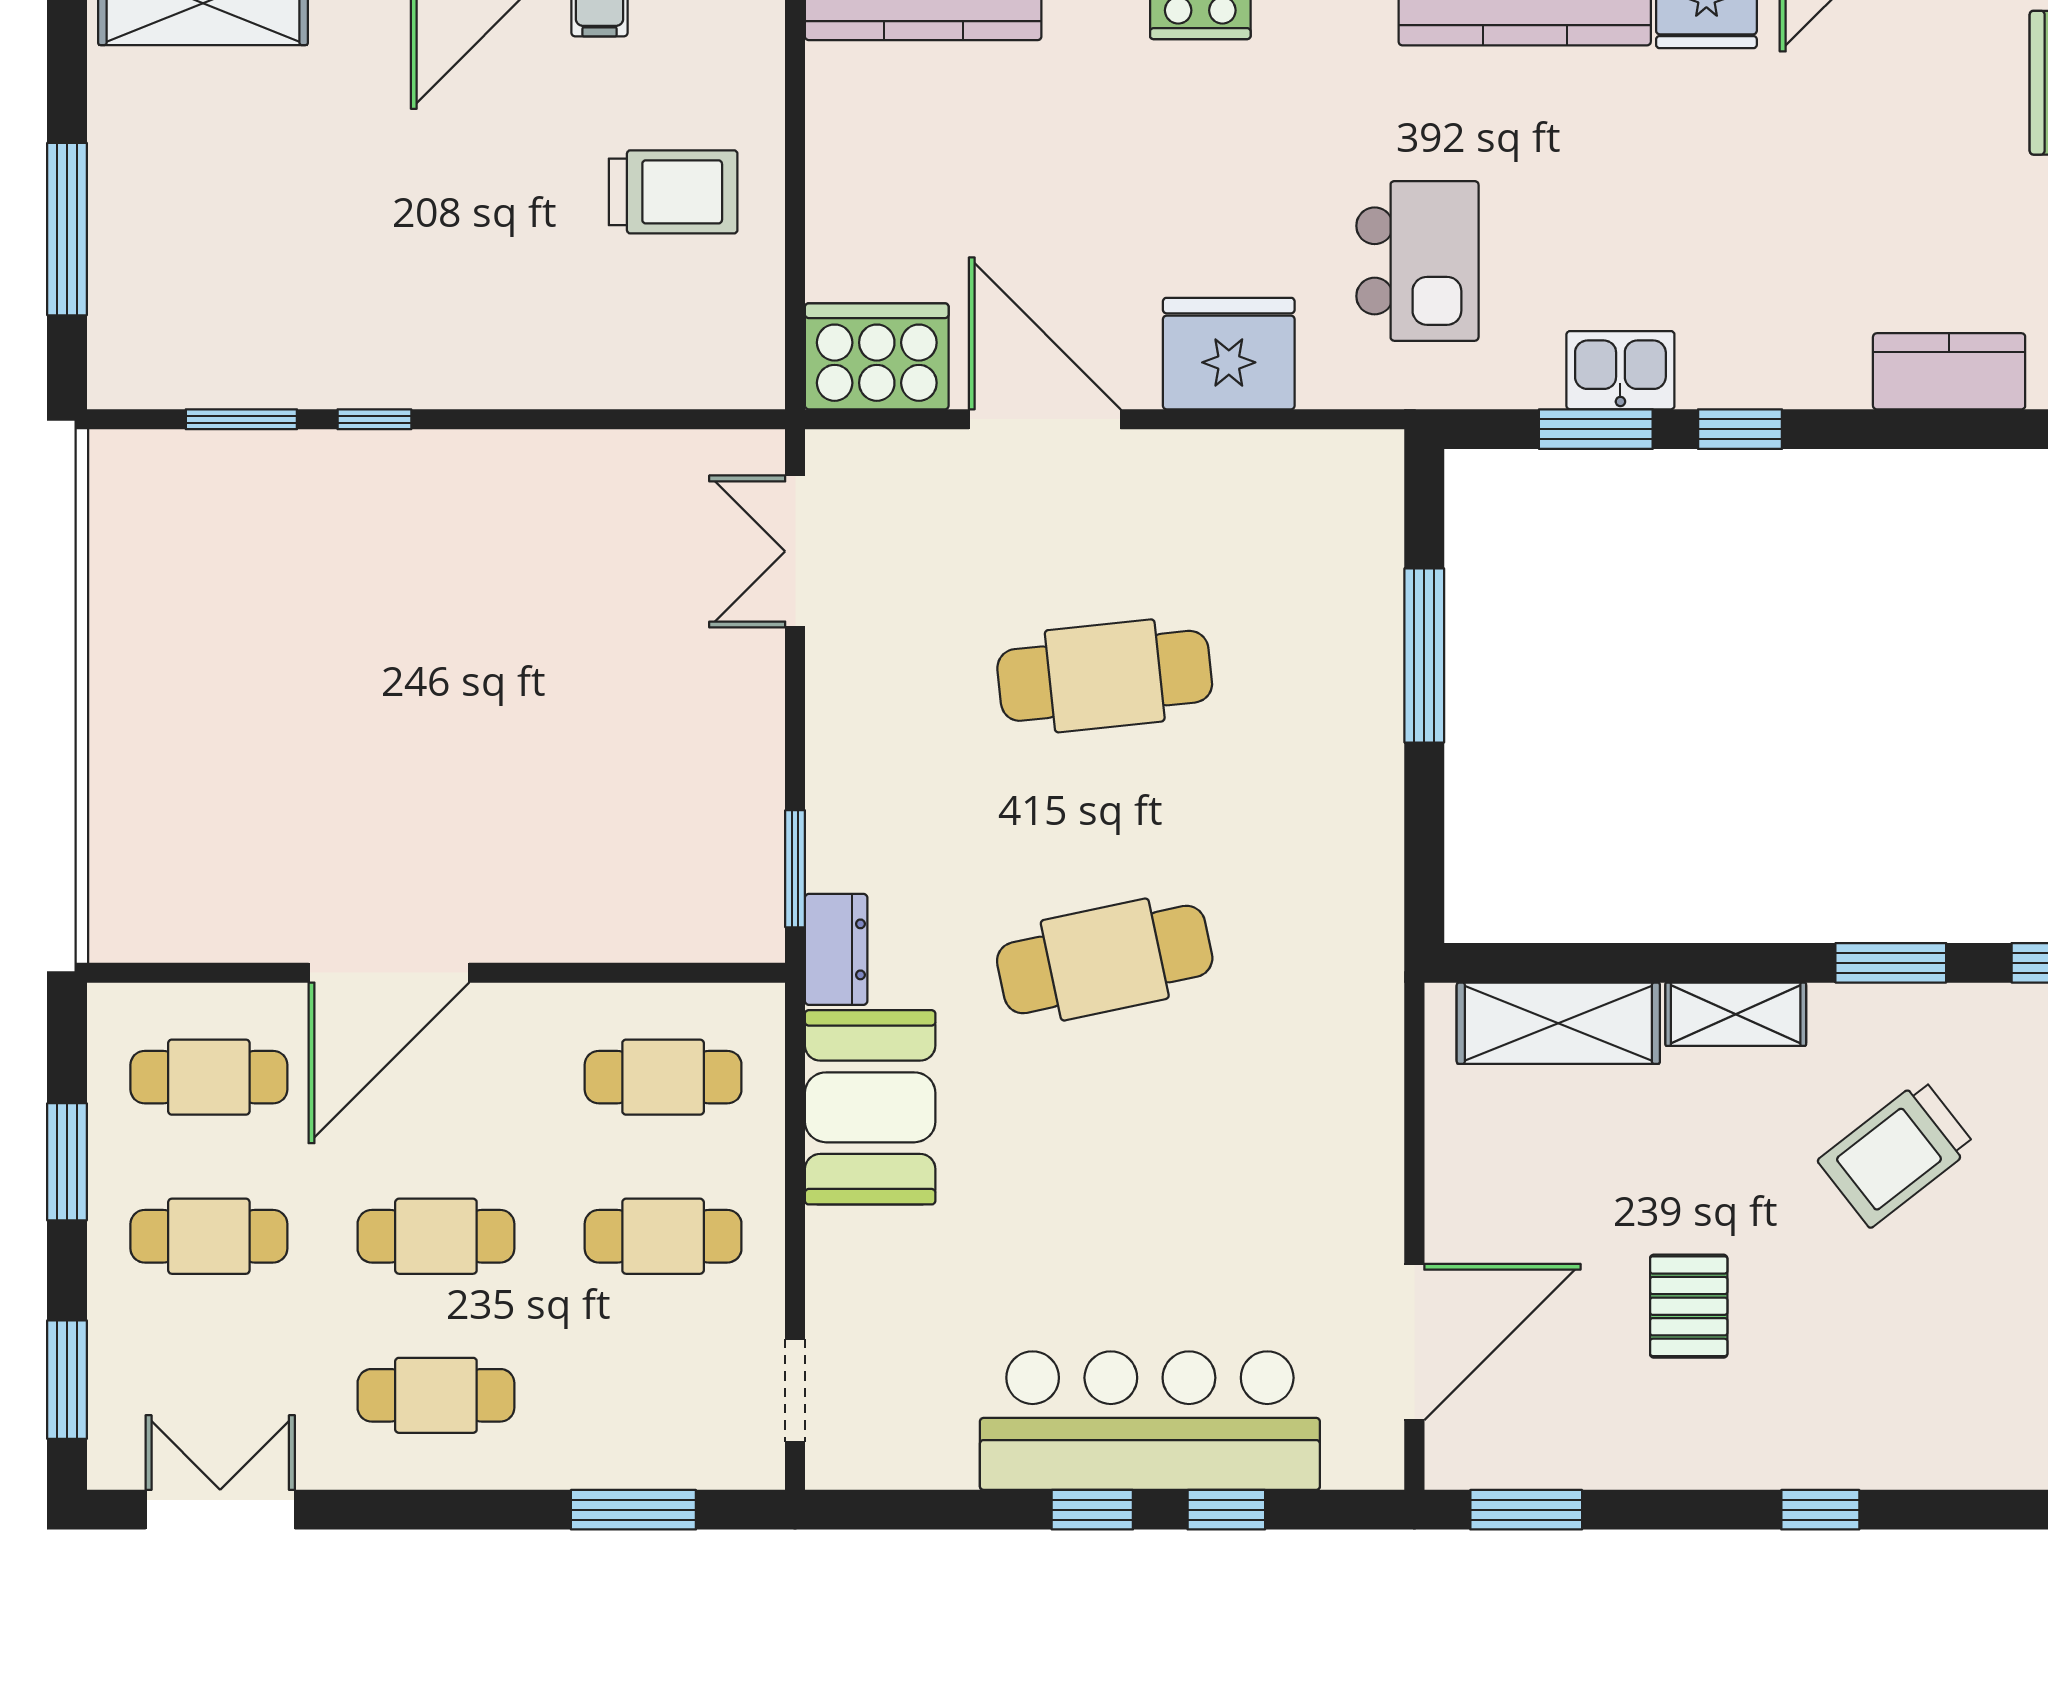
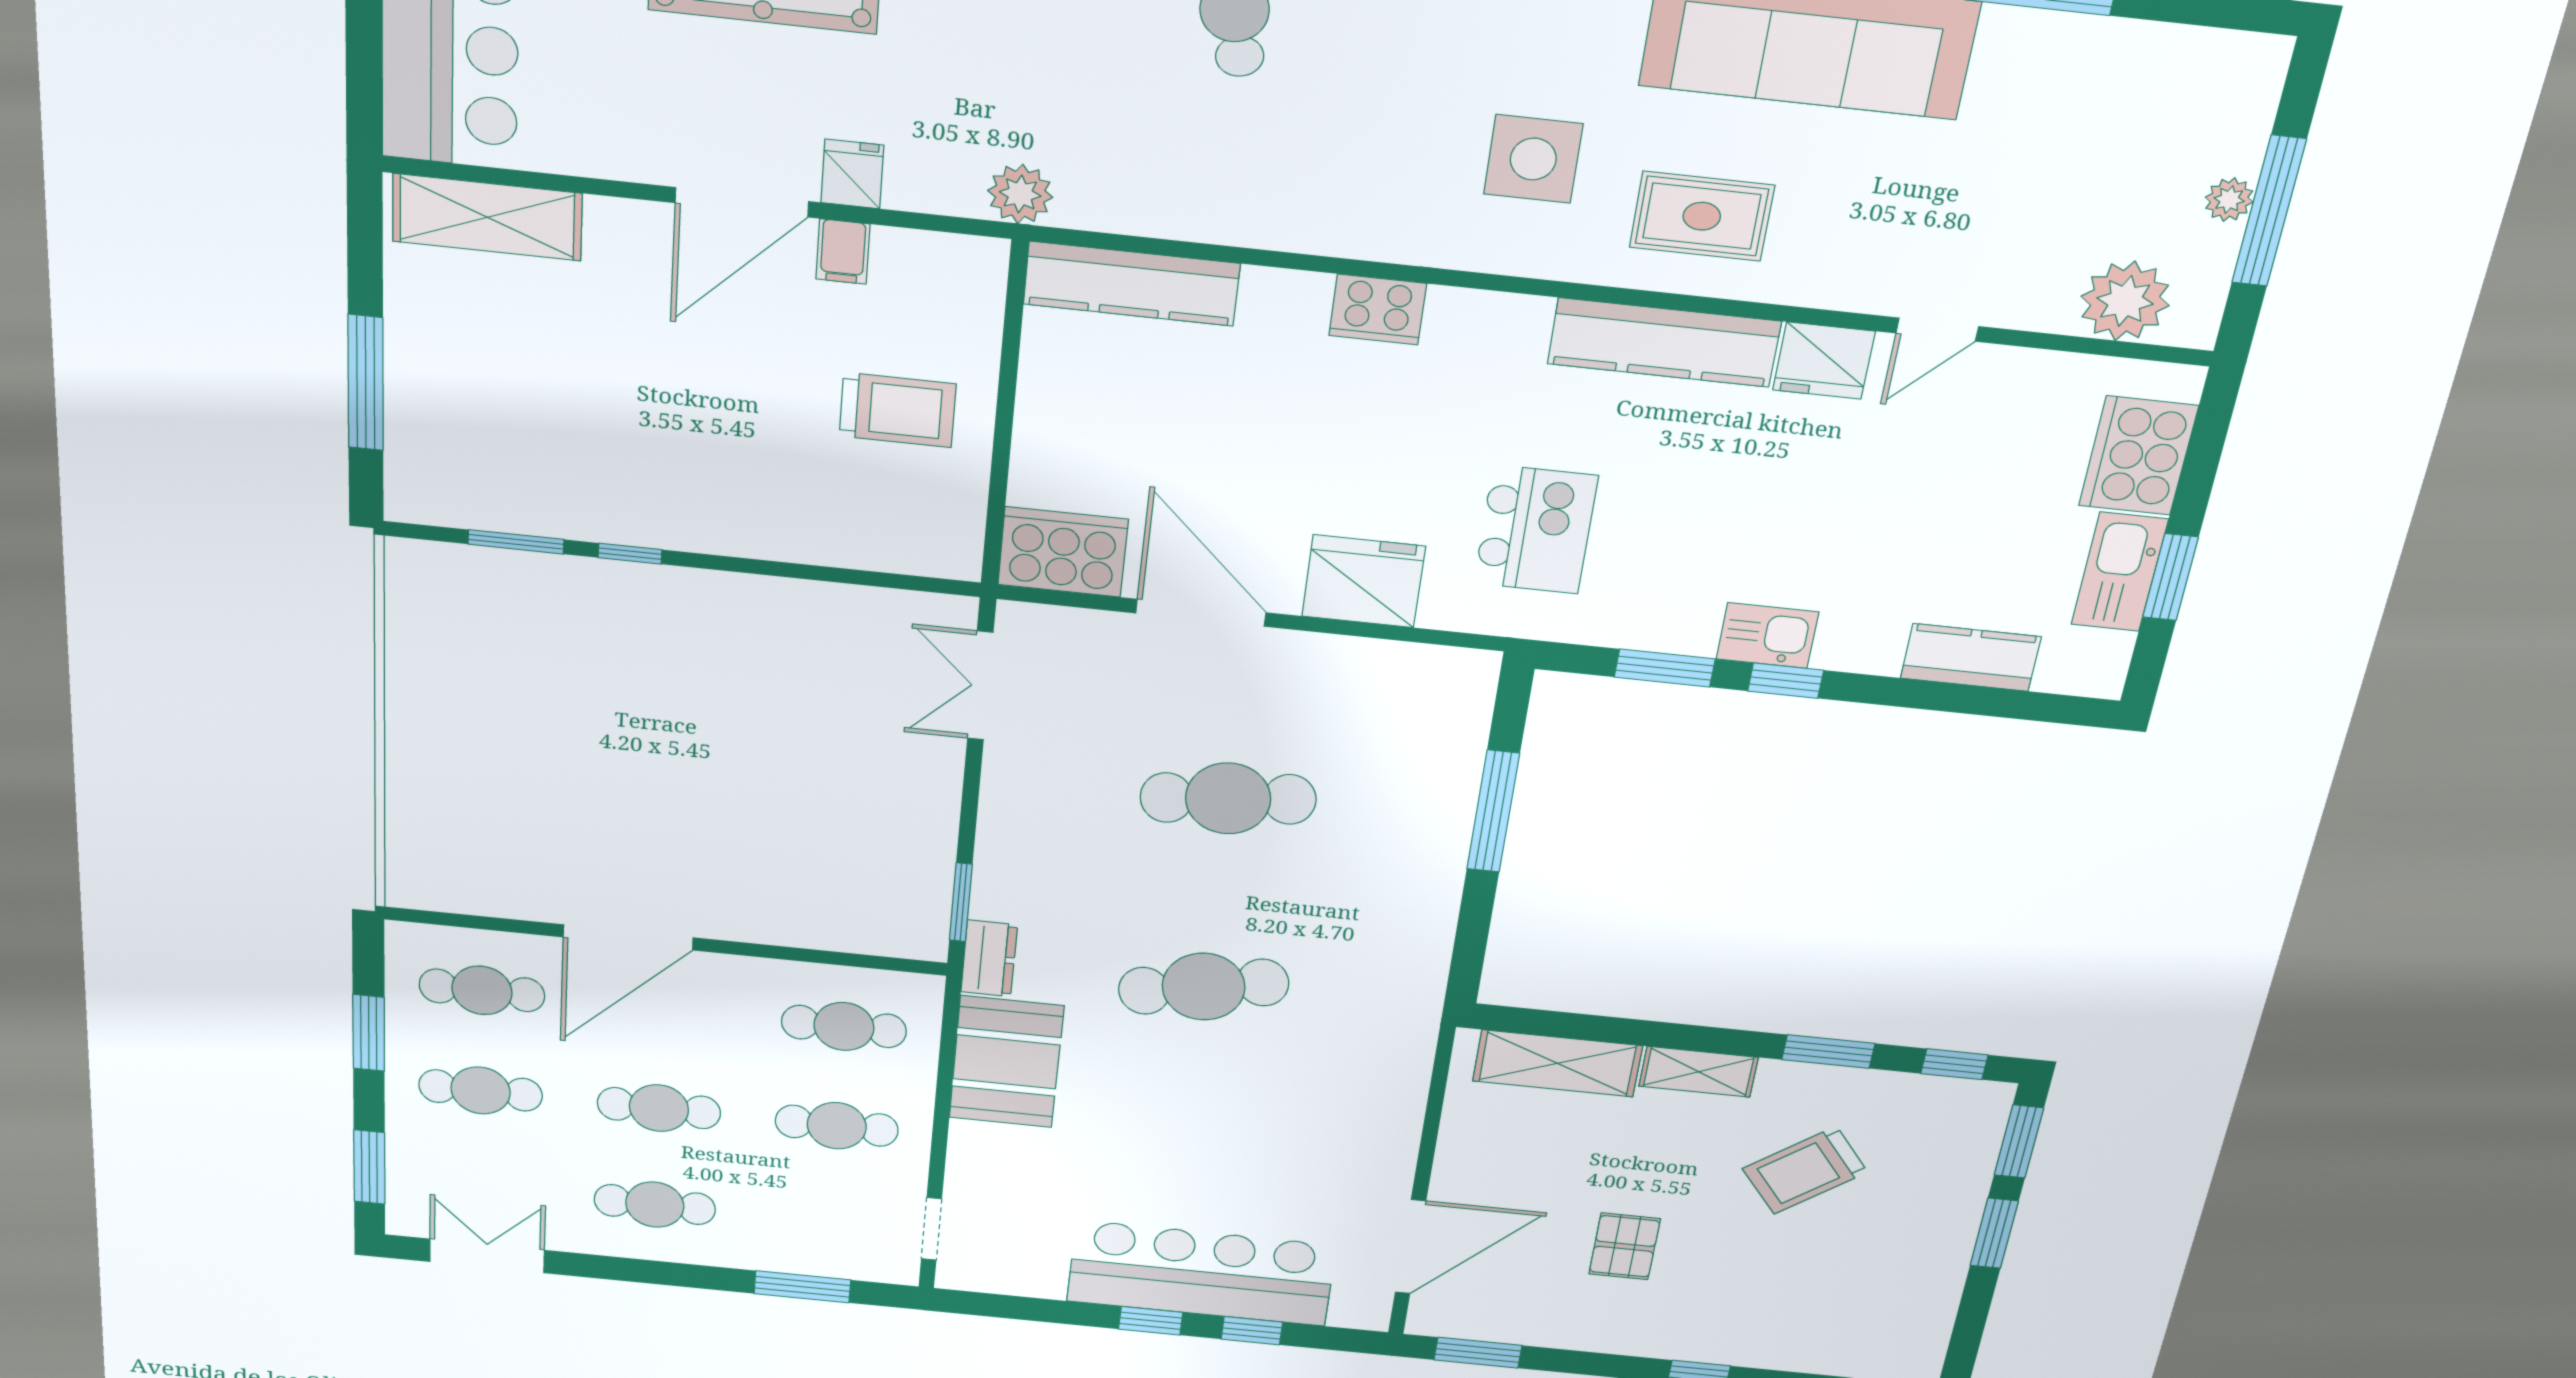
kitchen sink: (1620, 370) -> (1767, 636), moved

